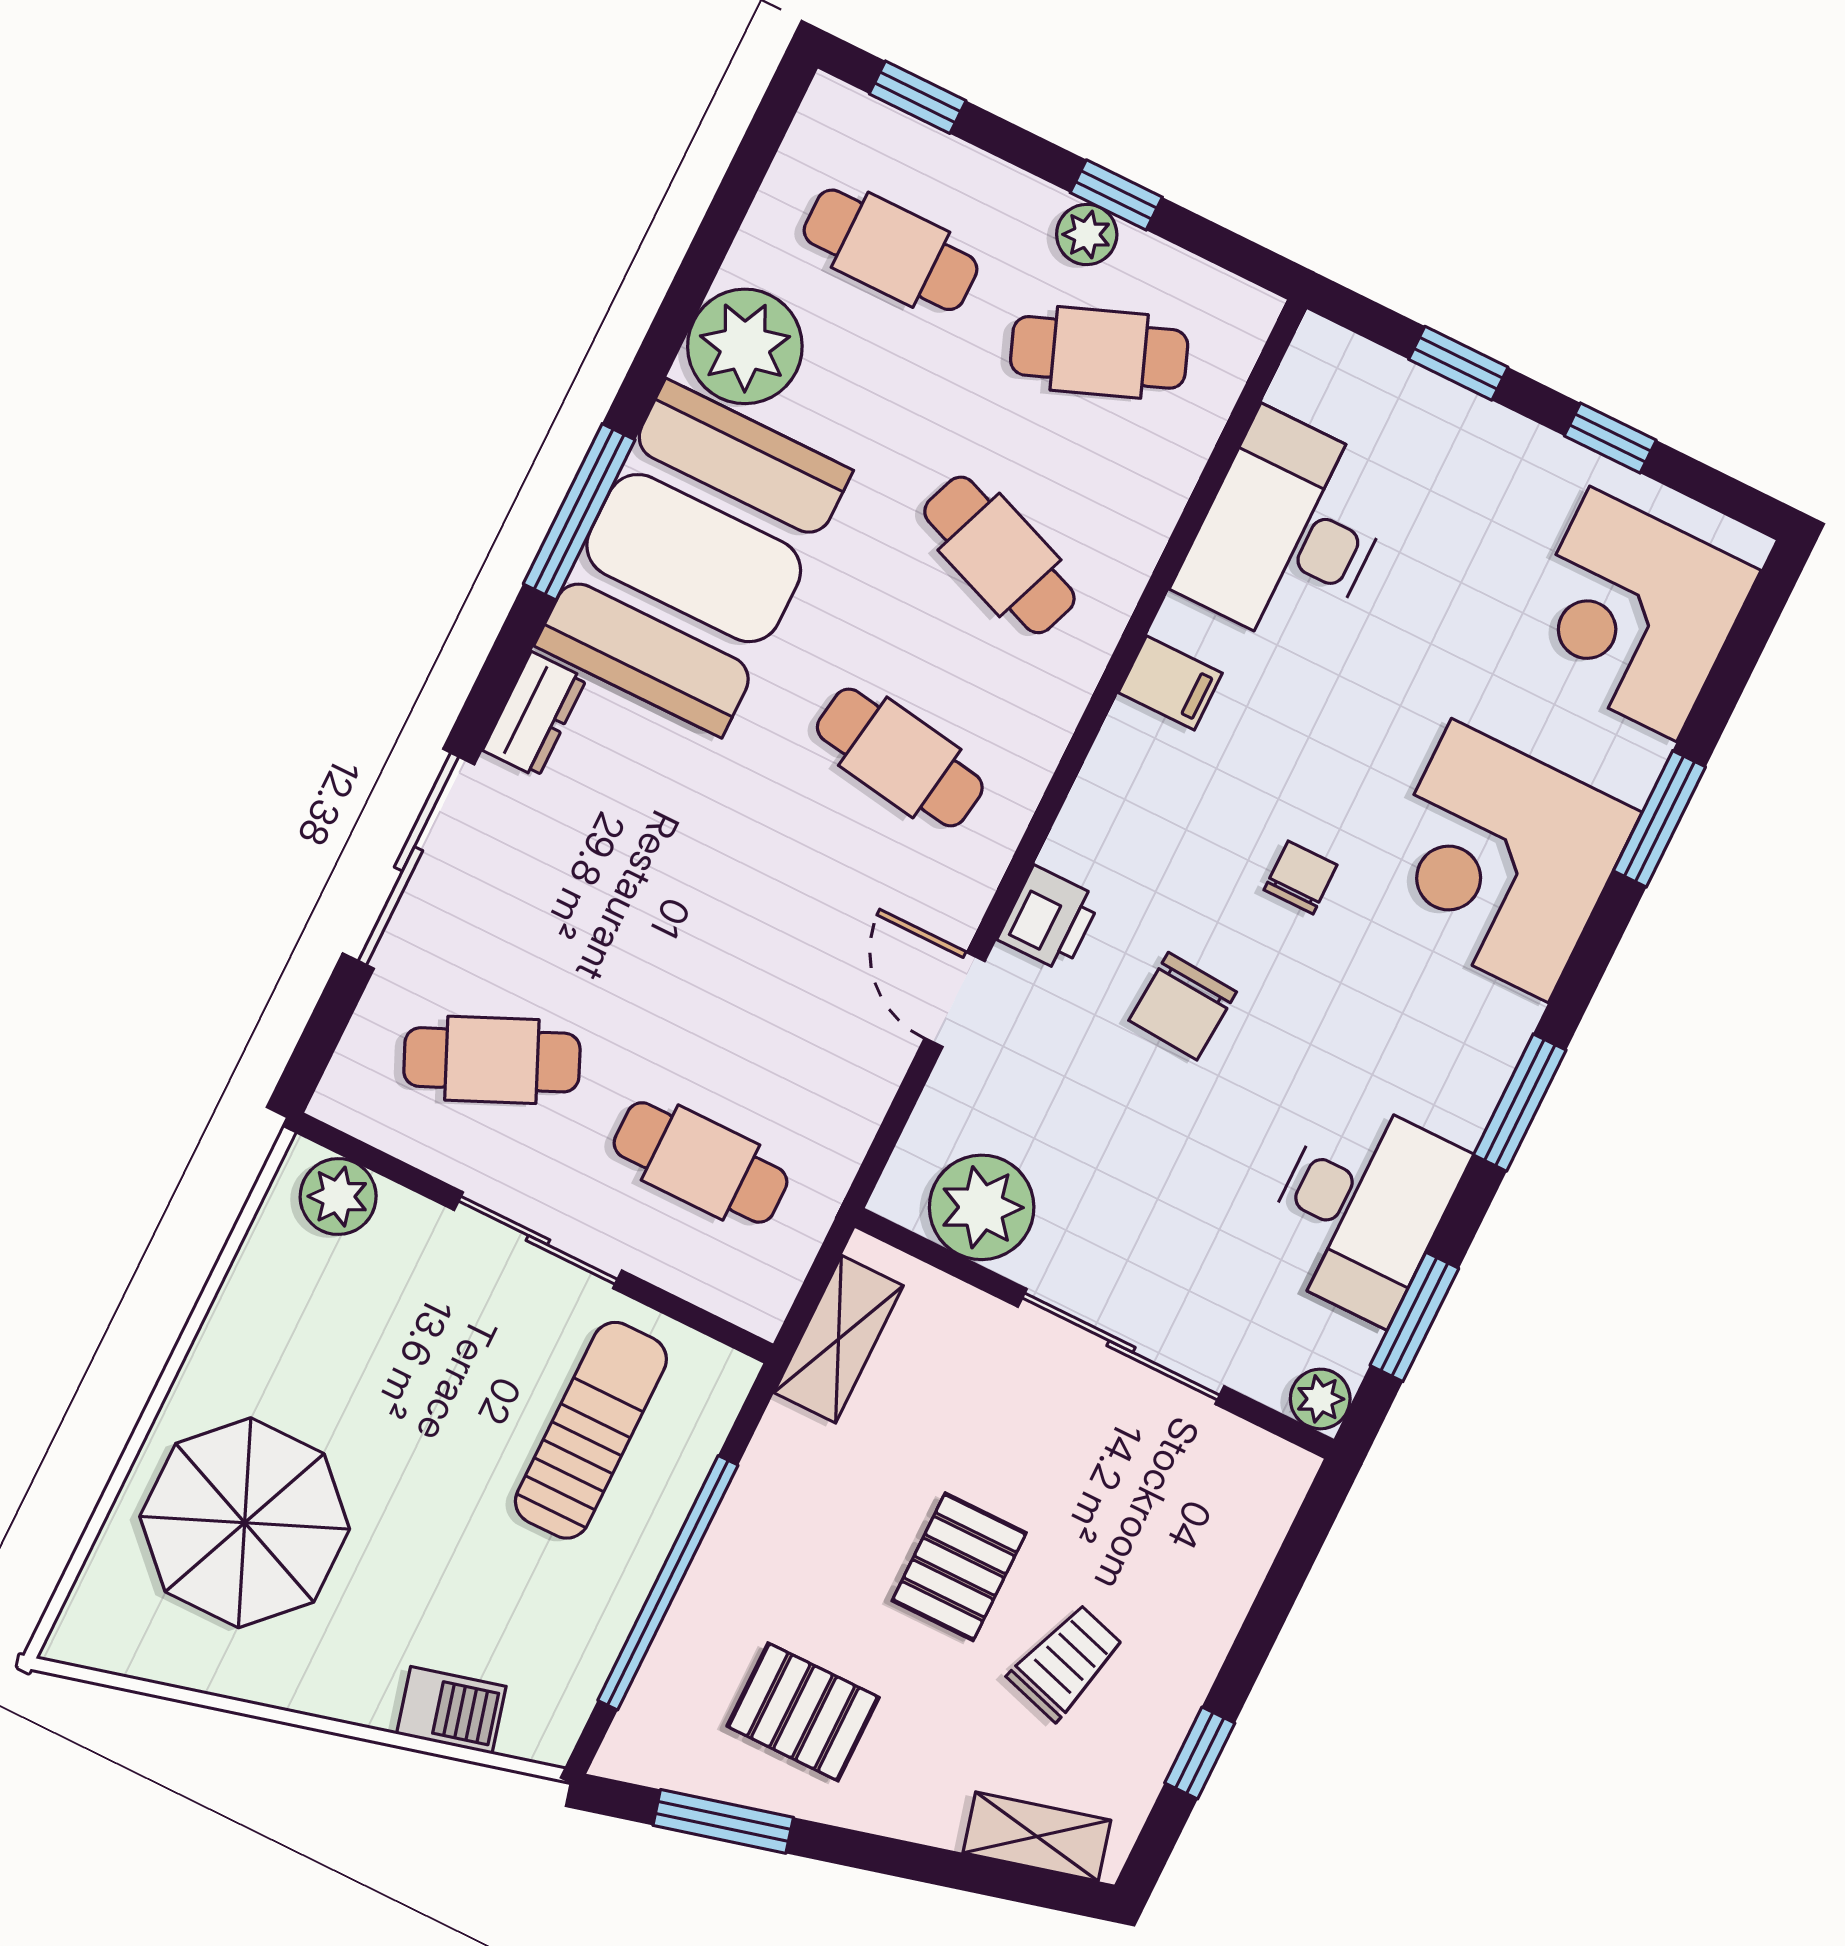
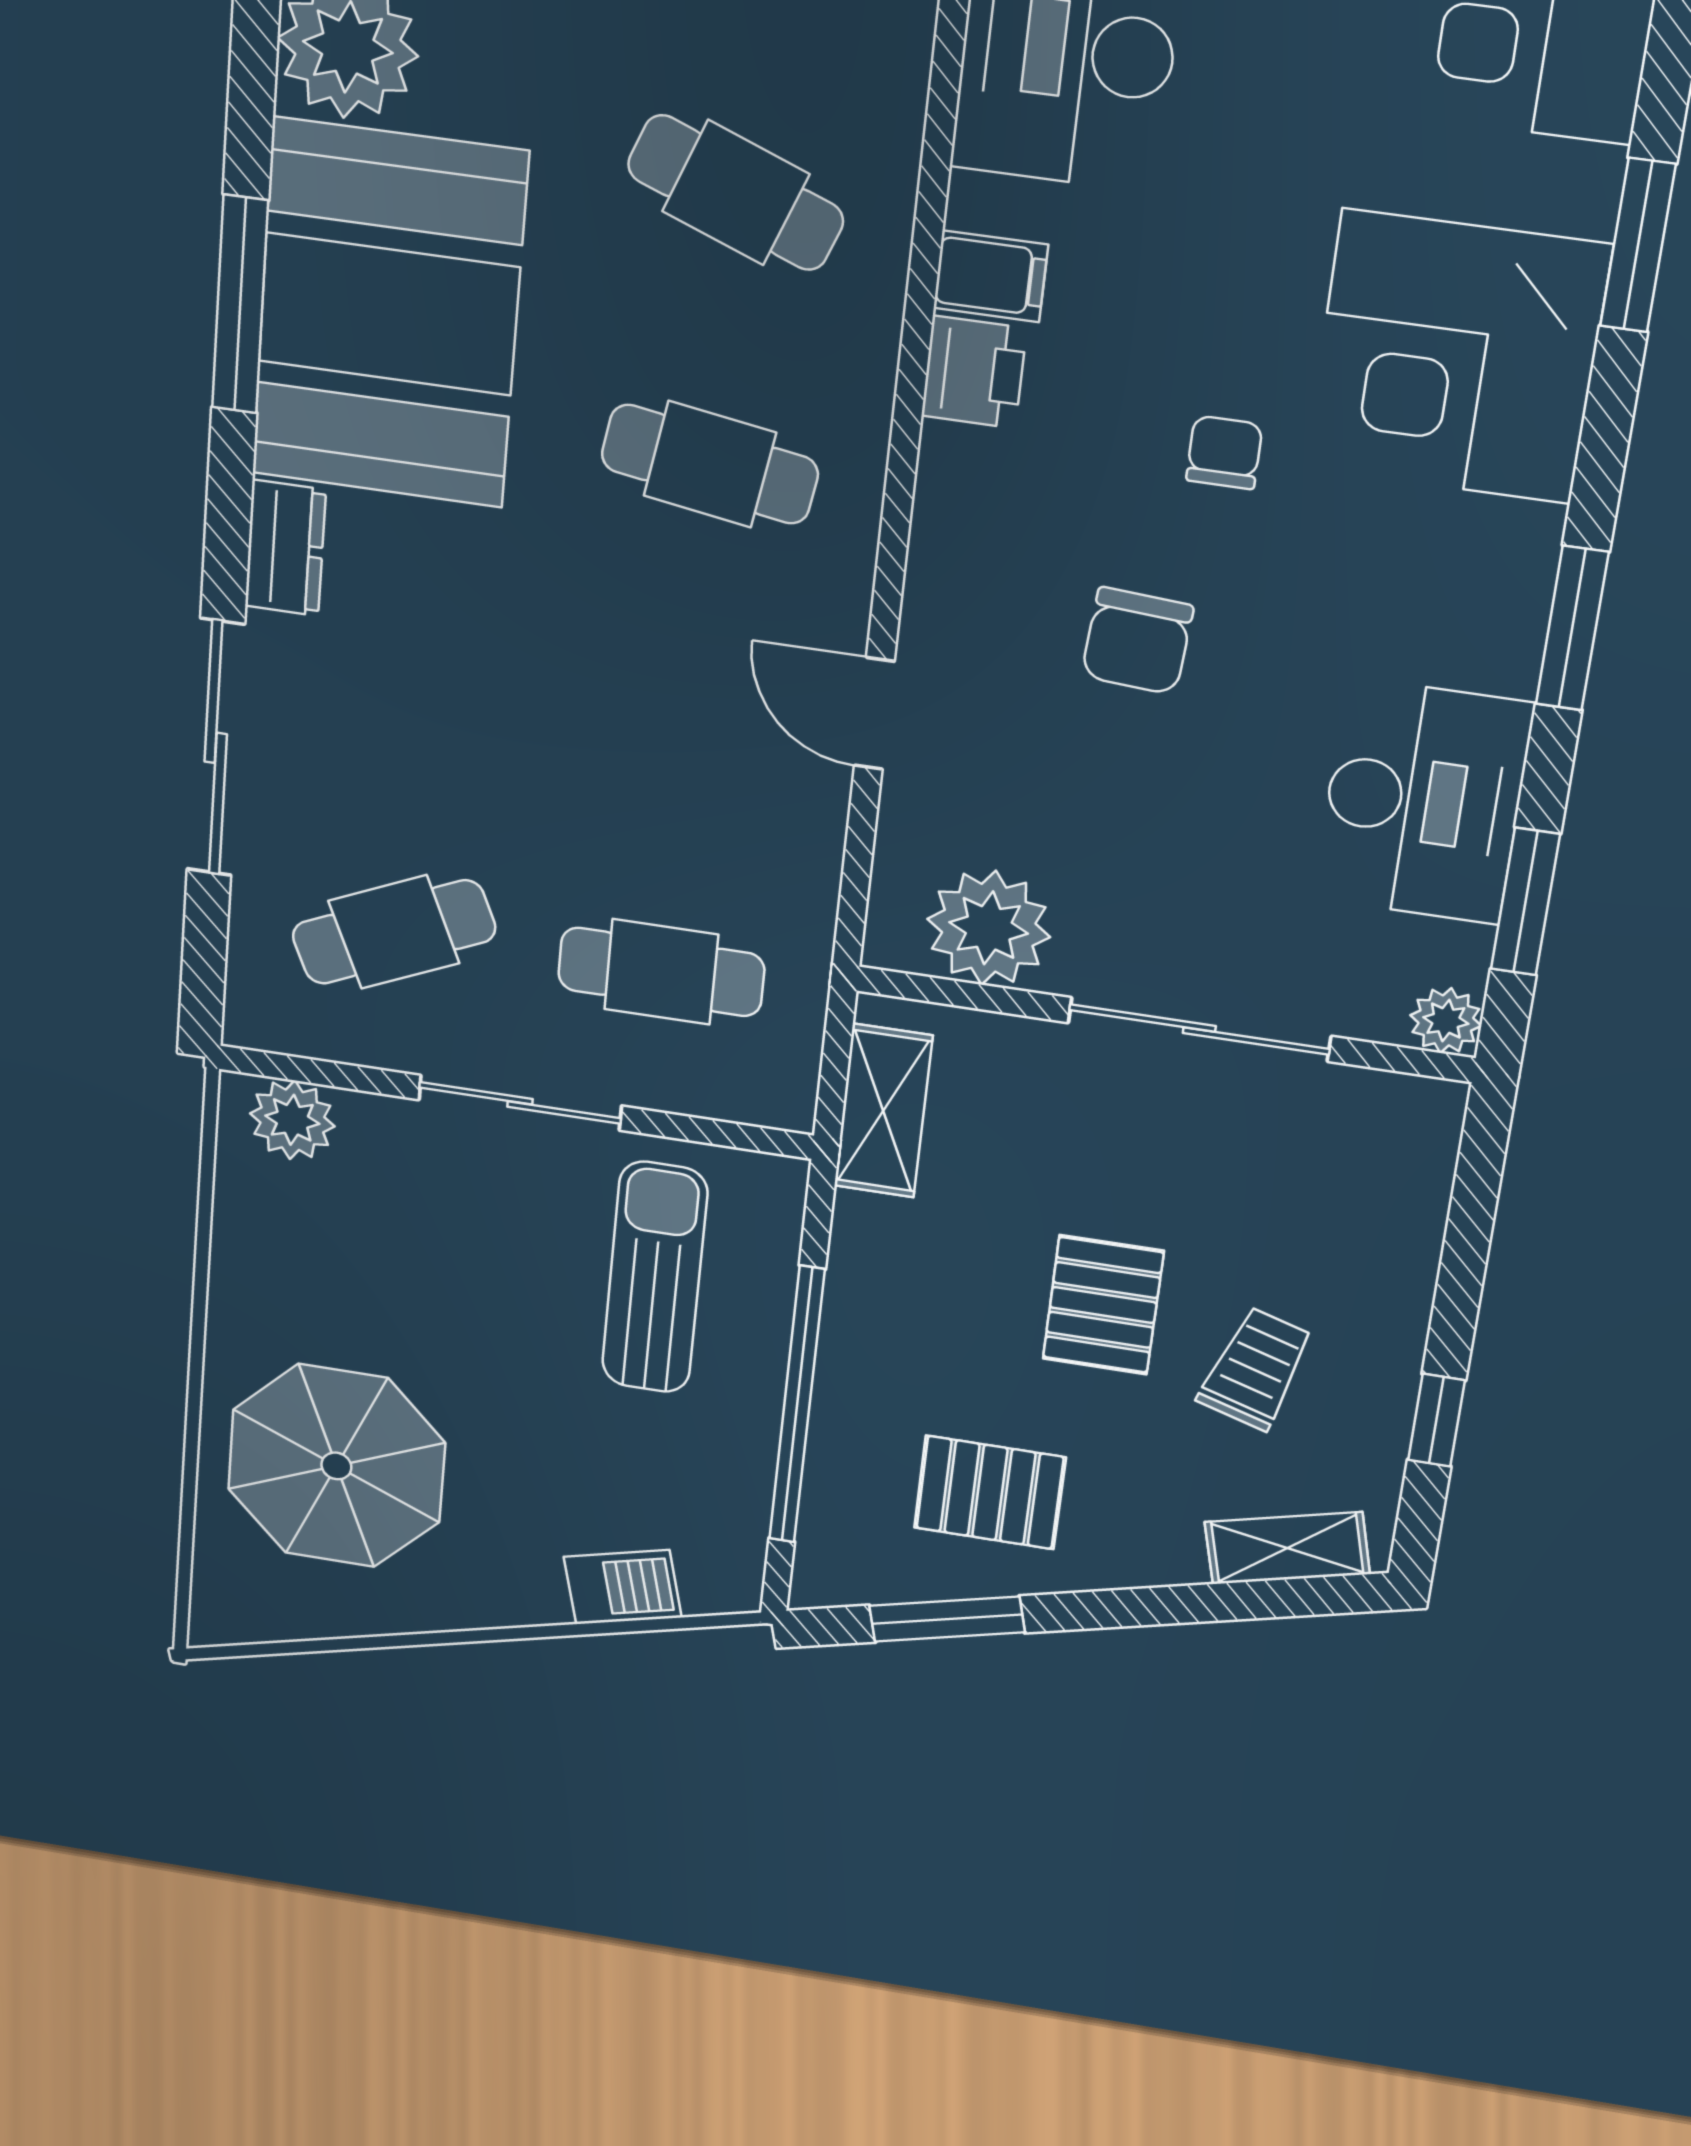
printer: (1049, 919) -> (974, 372), moved

